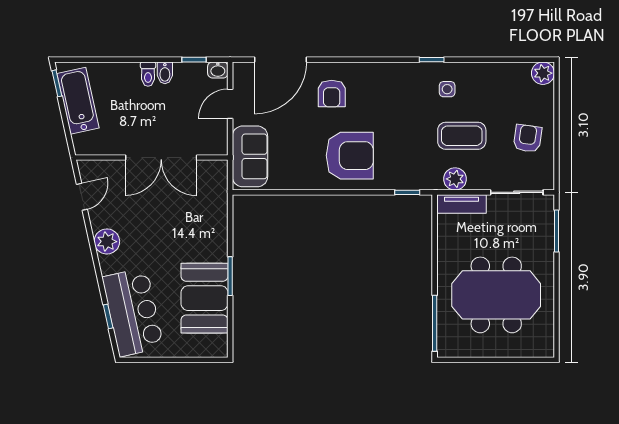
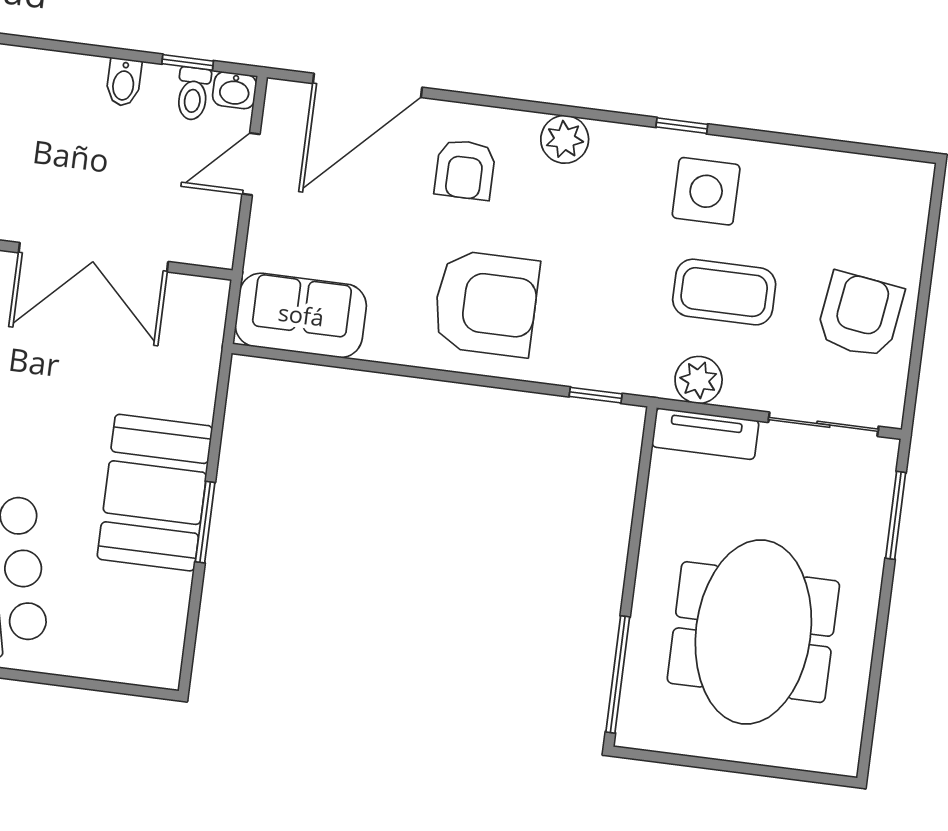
plant: (543, 73) -> (565, 139), moved
toilet: (148, 74) -> (193, 94), moved
side table: (447, 89) -> (706, 191), width x1.87, depth x1.87
armchair: (527, 138) -> (860, 315), width x1.38, depth x1.38
sofa: (250, 156) -> (301, 315), moved, turned -90
meeting table: (496, 295) -> (753, 632), turned 90
booth: (204, 298) -> (155, 493), moved

